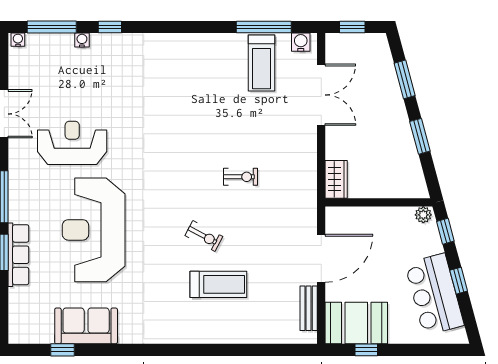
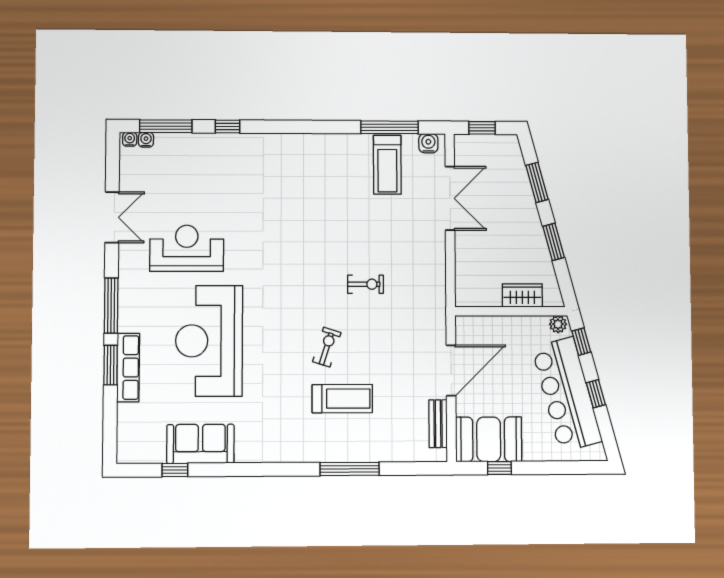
water cooler: (82, 40) -> (146, 140), moved
wardrobe: (336, 179) -> (522, 295), moved, turned -90
exercise bike: (204, 236) -> (327, 347), turned -100
bar counter: (434, 294) -> (567, 394), width x1.36
window: (225, 350) -> (350, 469), added

